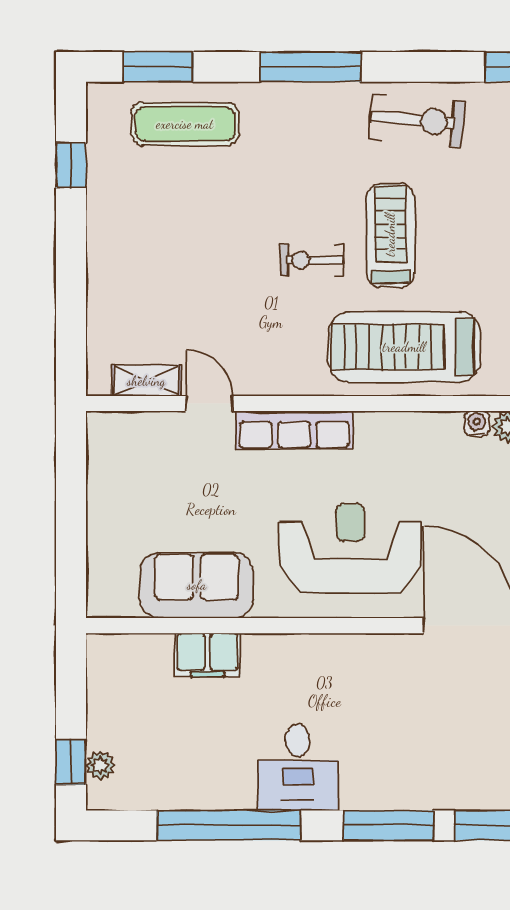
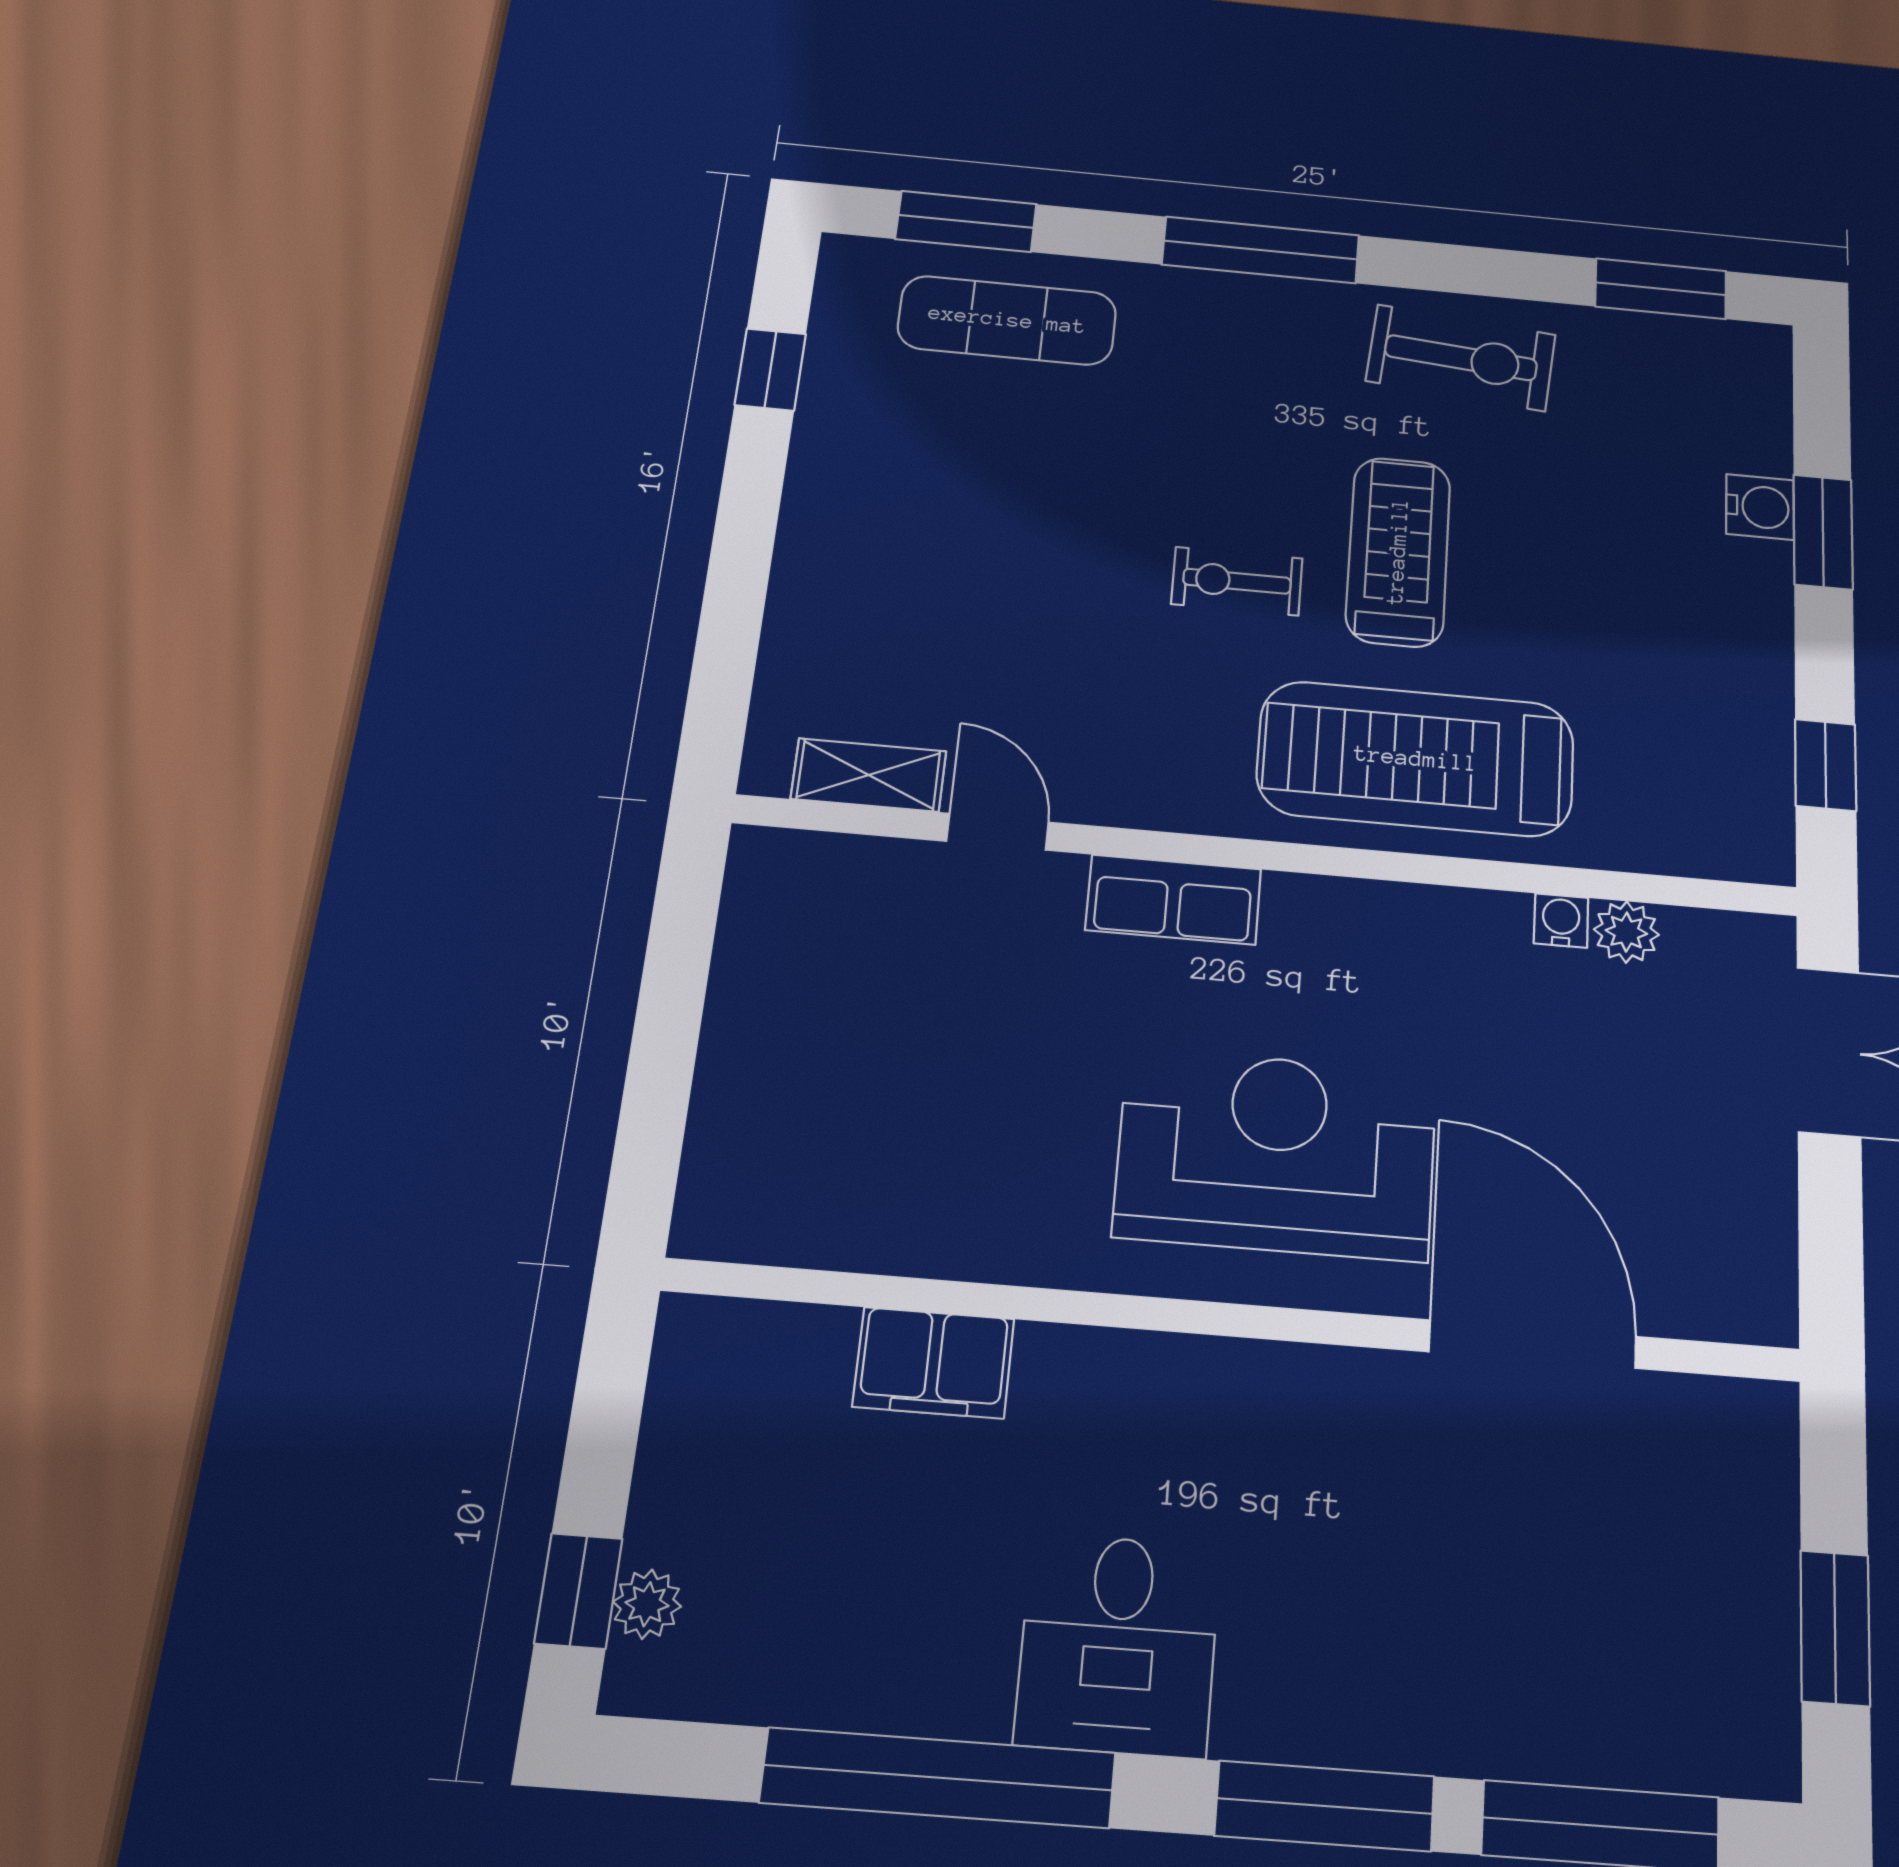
row of seats: (294, 430) -> (1173, 900), width x0.68
sofa: (197, 585) -> (927, 1206), removed

